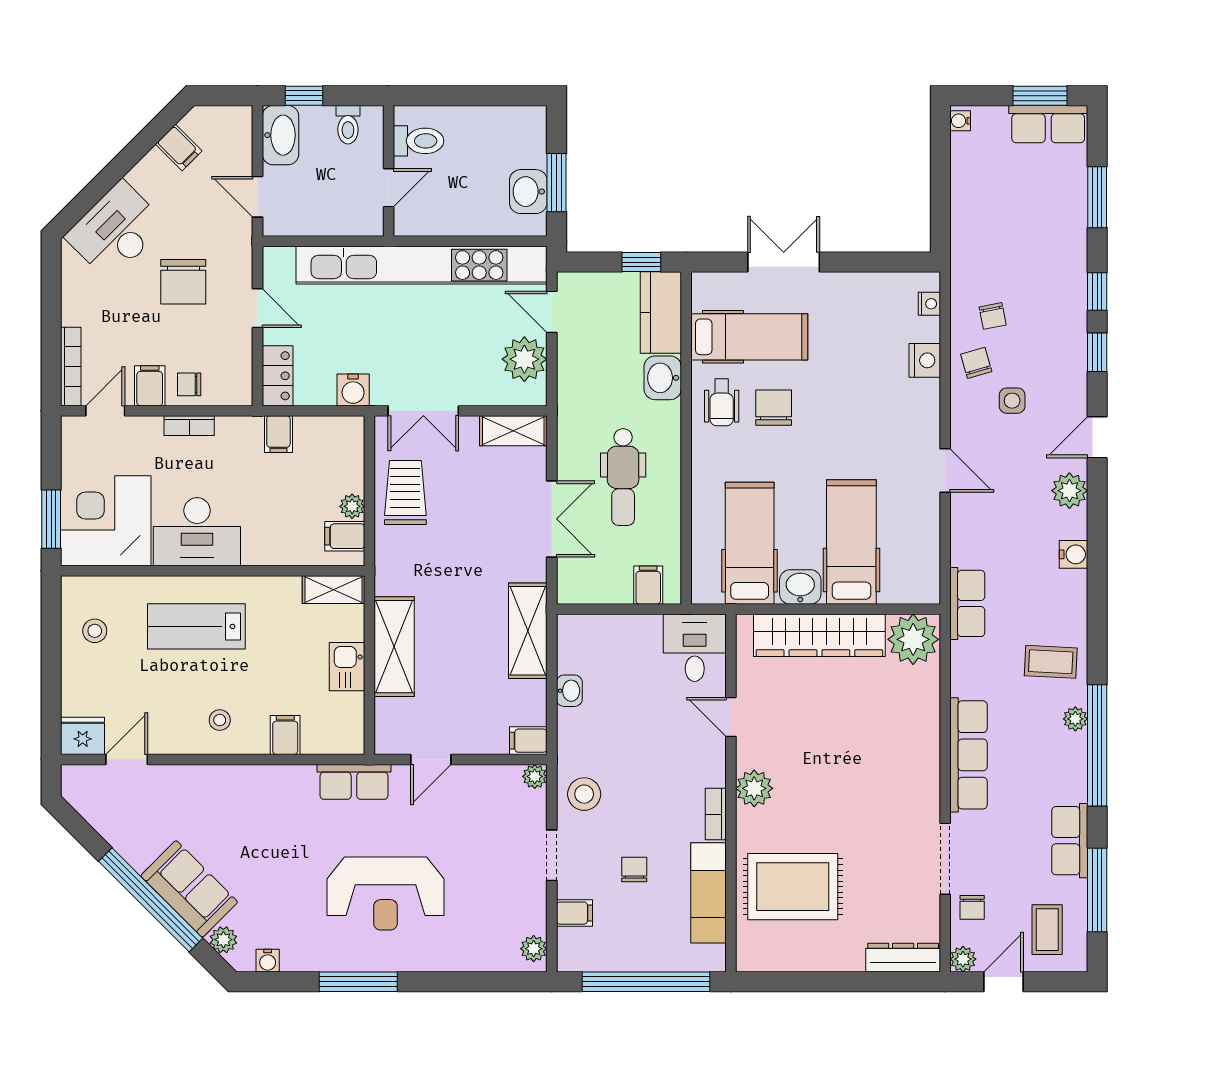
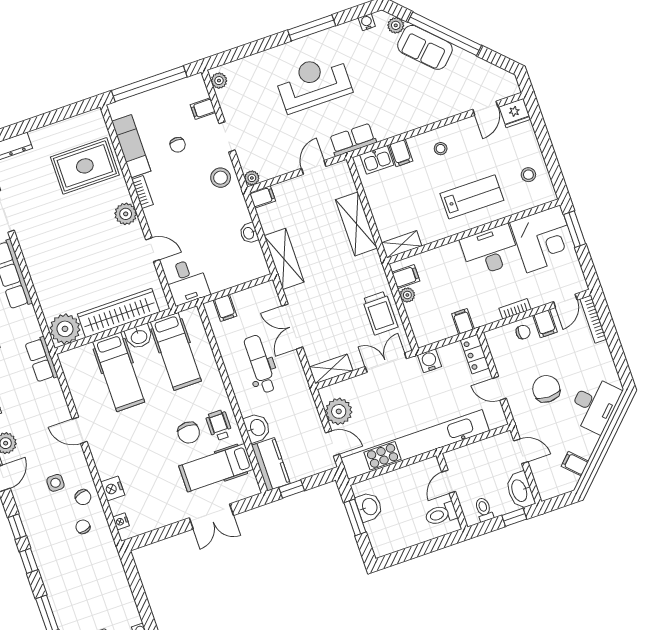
kitchen sink: (347, 667) -> (377, 160), moved, turned 90

